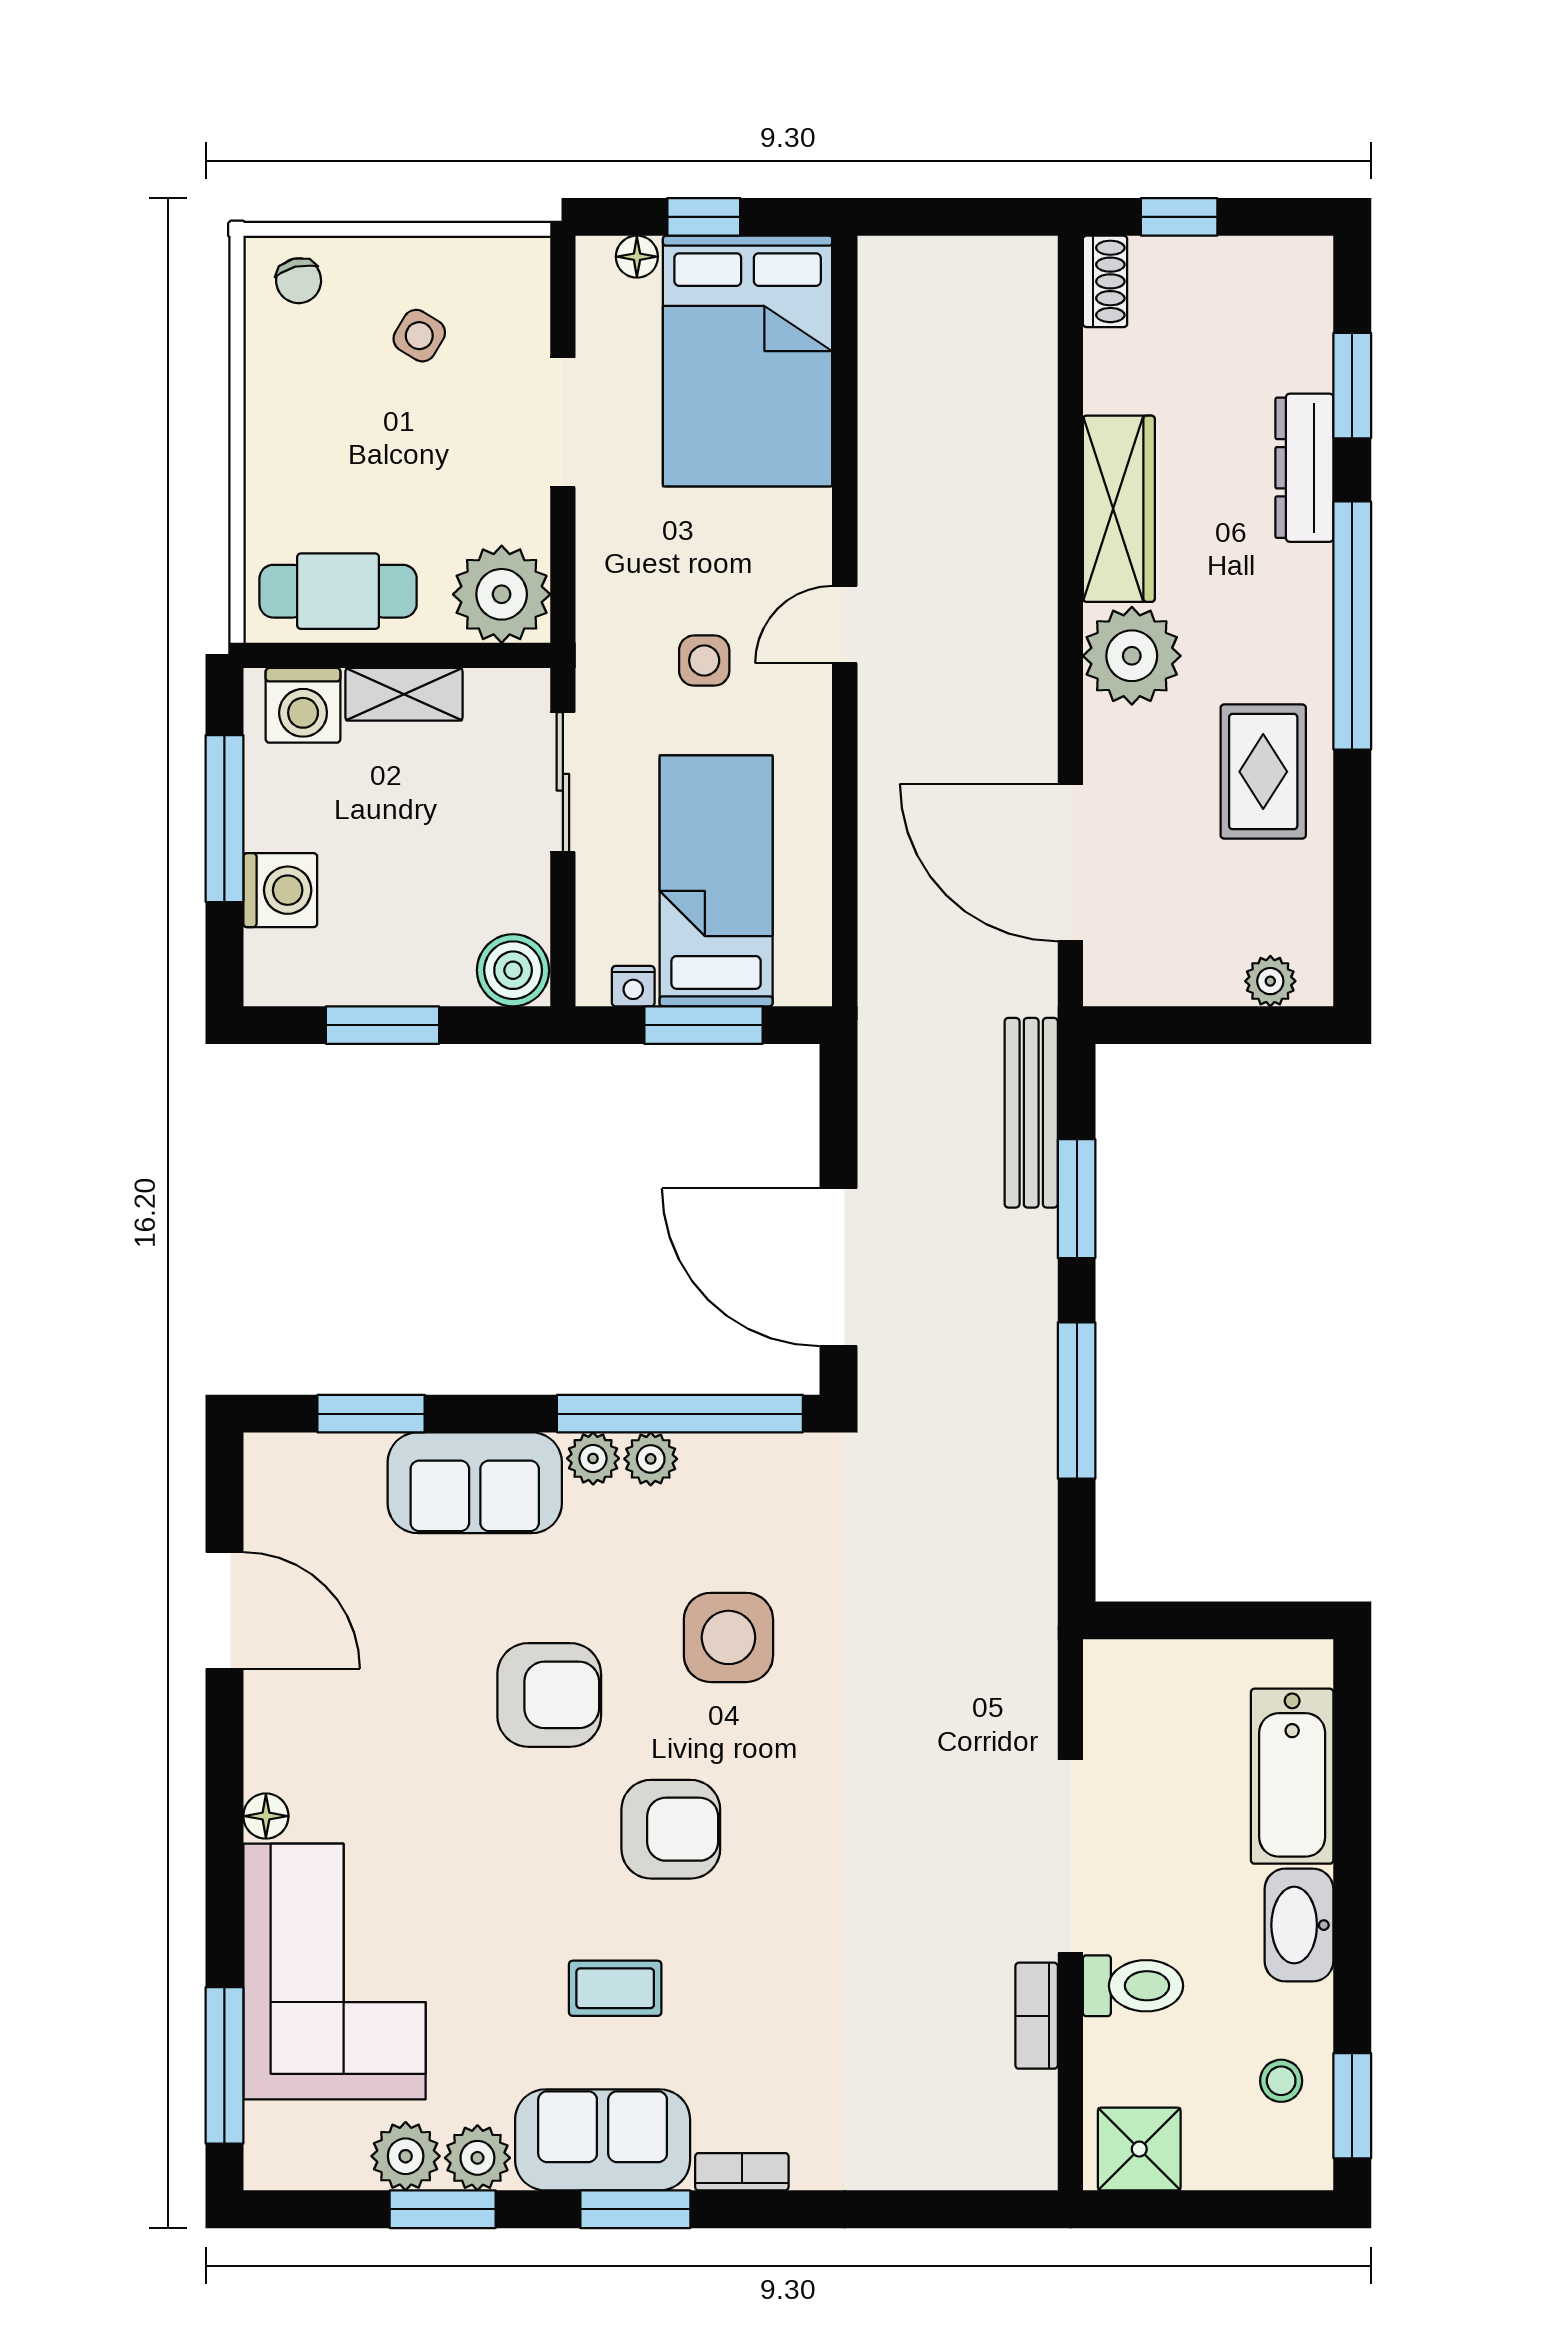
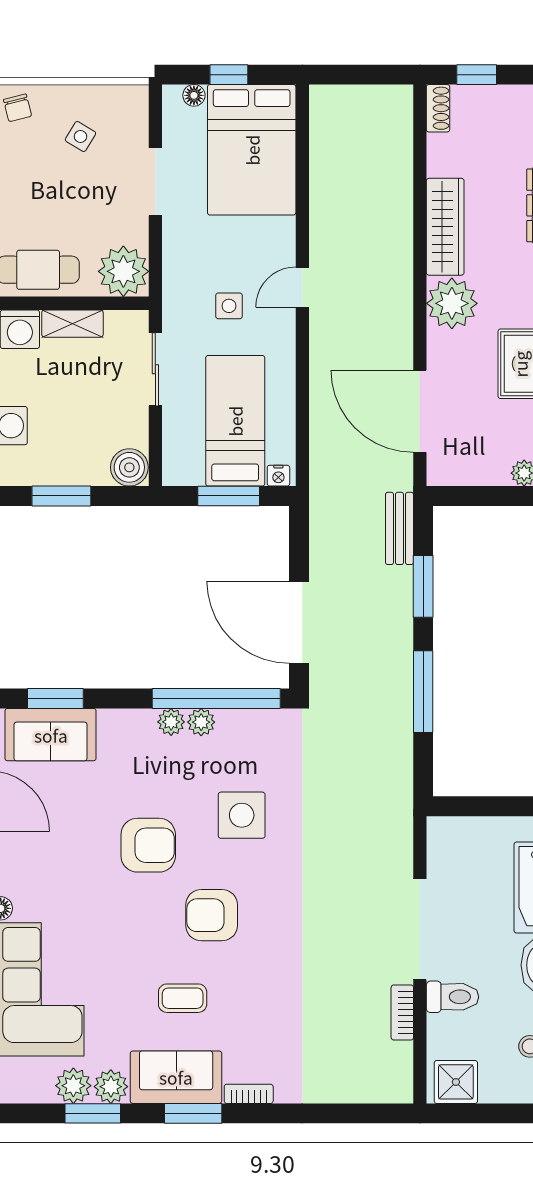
nightstand: (633, 986) -> (278, 476), moved
bench: (1031, 1113) -> (400, 528), width x0.73
sofa: (475, 1483) -> (51, 735), moved
armchair: (671, 1829) -> (212, 915), turned 180

